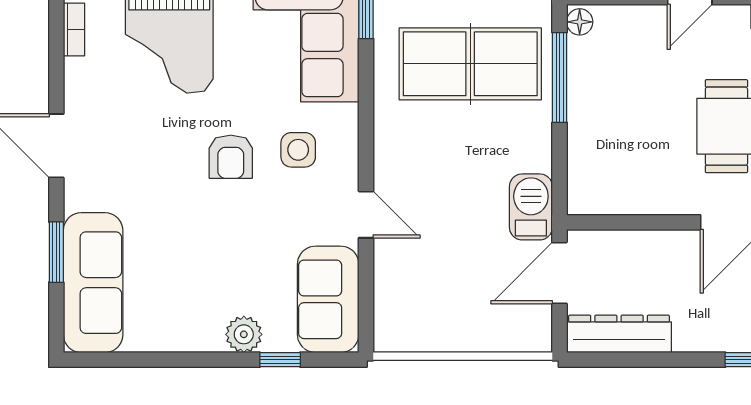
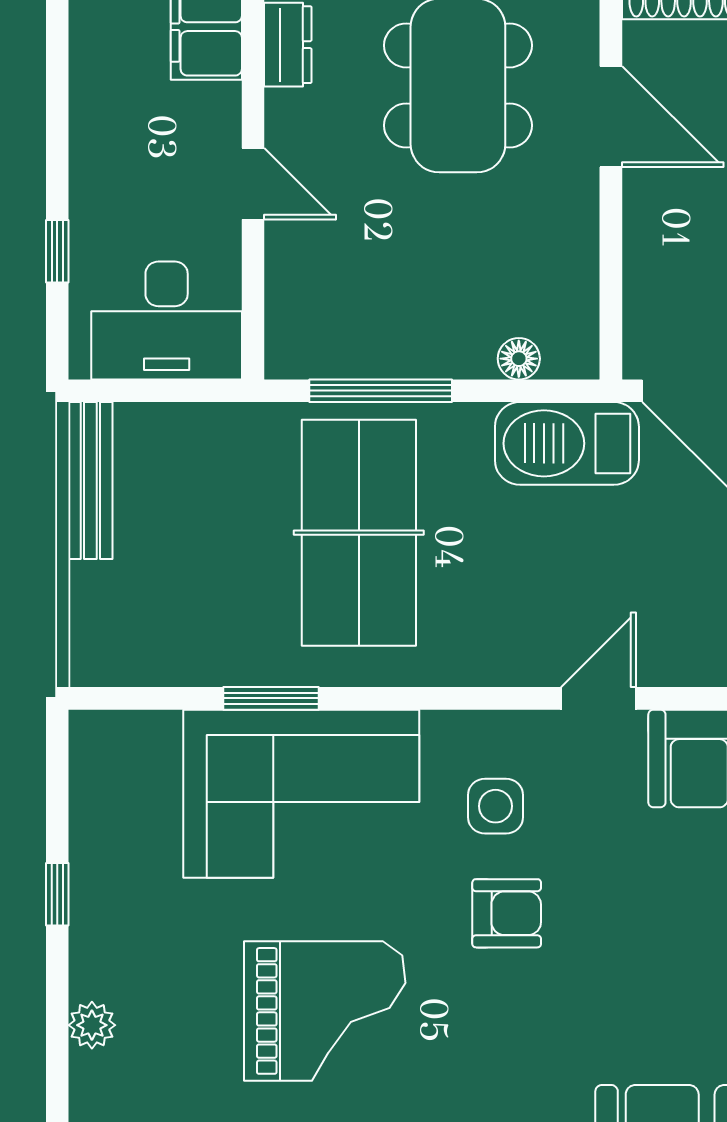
floor lamp: (580, 22) -> (519, 359), moved
barbecue: (531, 207) -> (567, 443), width x1.37, depth x1.21

